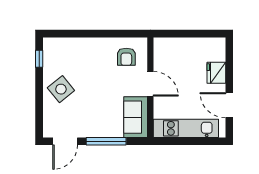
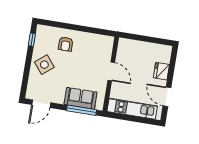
armchair: (126, 57) -> (66, 44), moved
sofa: (136, 117) -> (81, 98), moved, turned 90
window: (106, 141) -> (82, 110), moved

